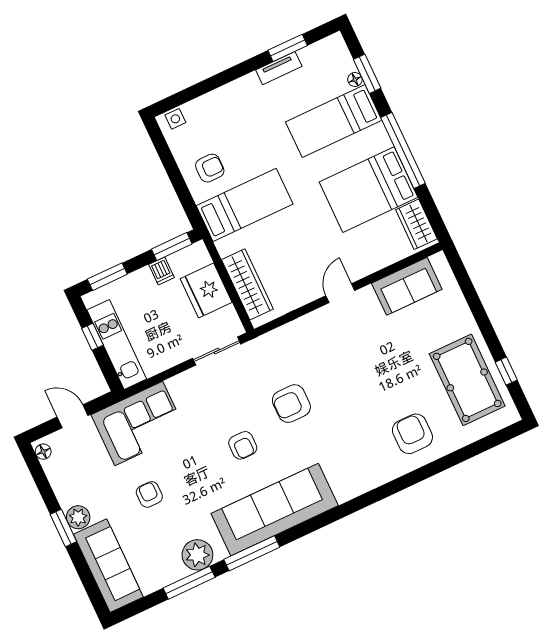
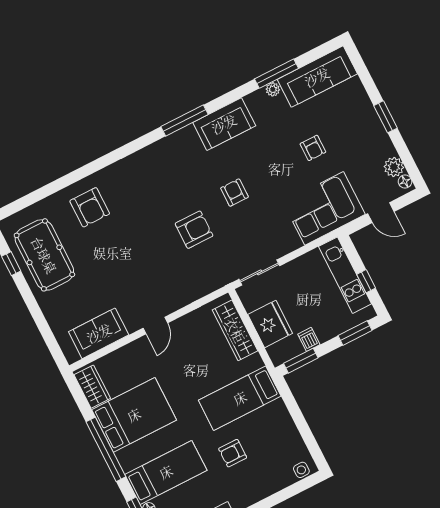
armchair: (210, 168) -> (233, 453), moved
sofa: (275, 510) -> (224, 124), width x0.54, depth x0.79
plant: (78, 517) -> (394, 167), moved
window: (252, 553) -> (185, 120), moved
plant: (197, 555) -> (273, 89), width x0.53, depth x0.53
sofa: (108, 566) -> (317, 77), moved, turned -90

